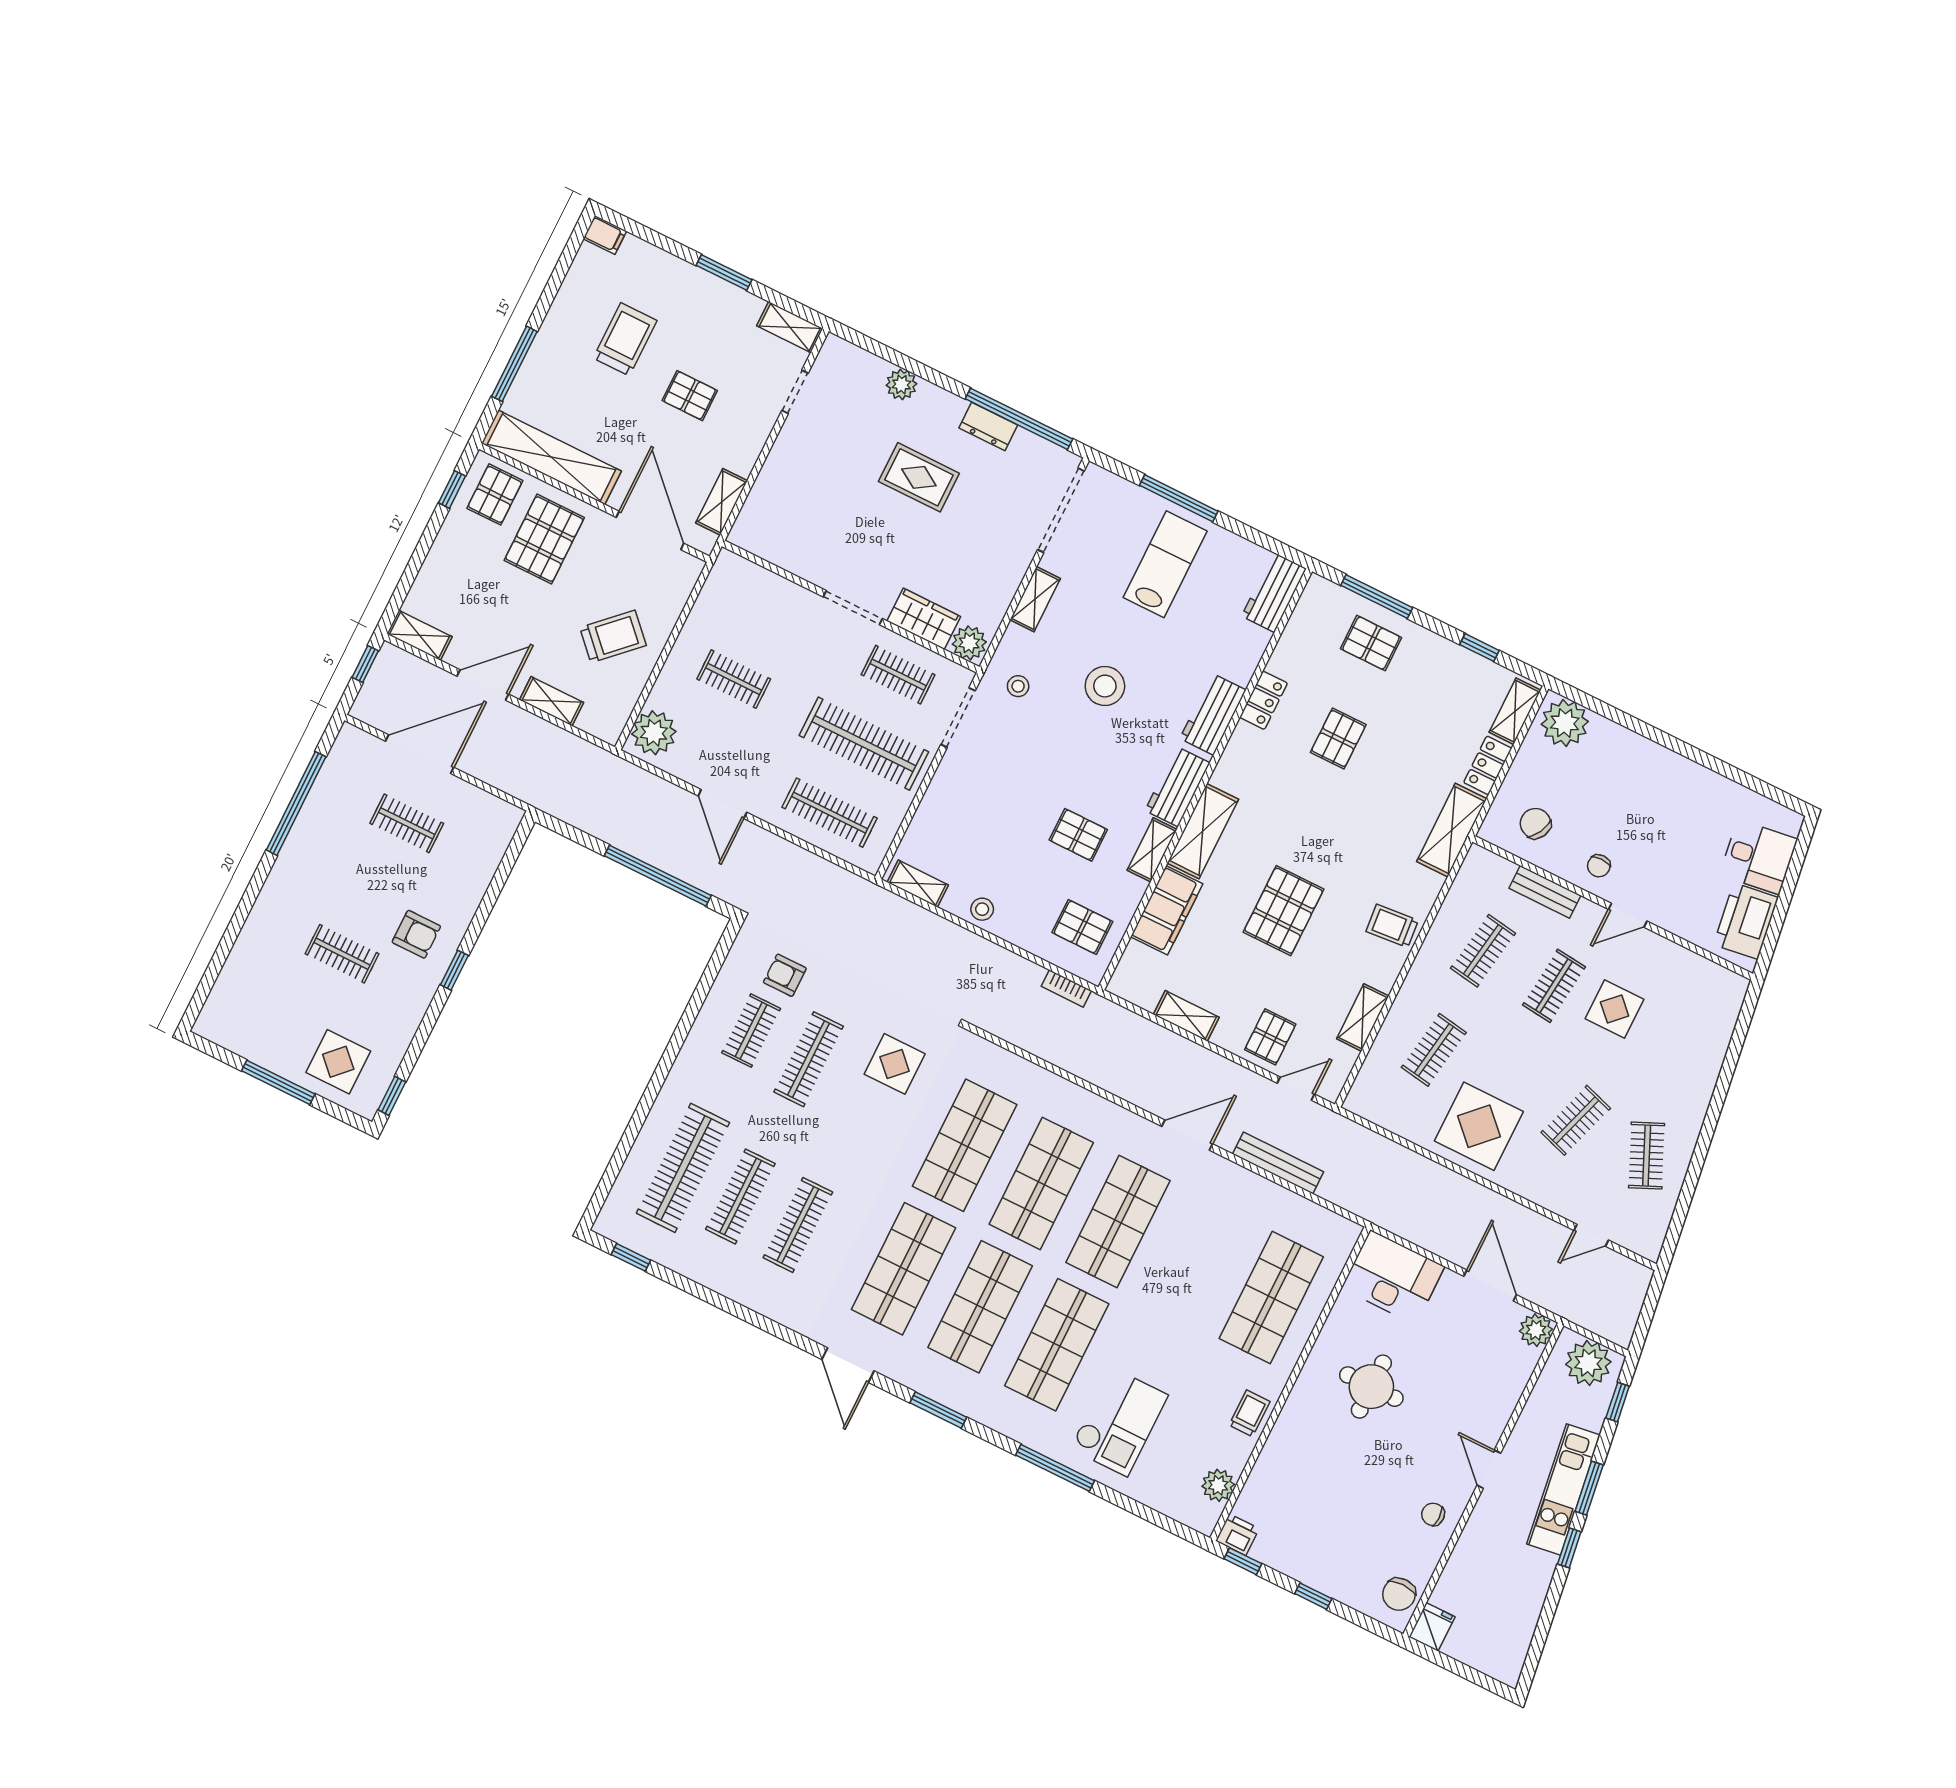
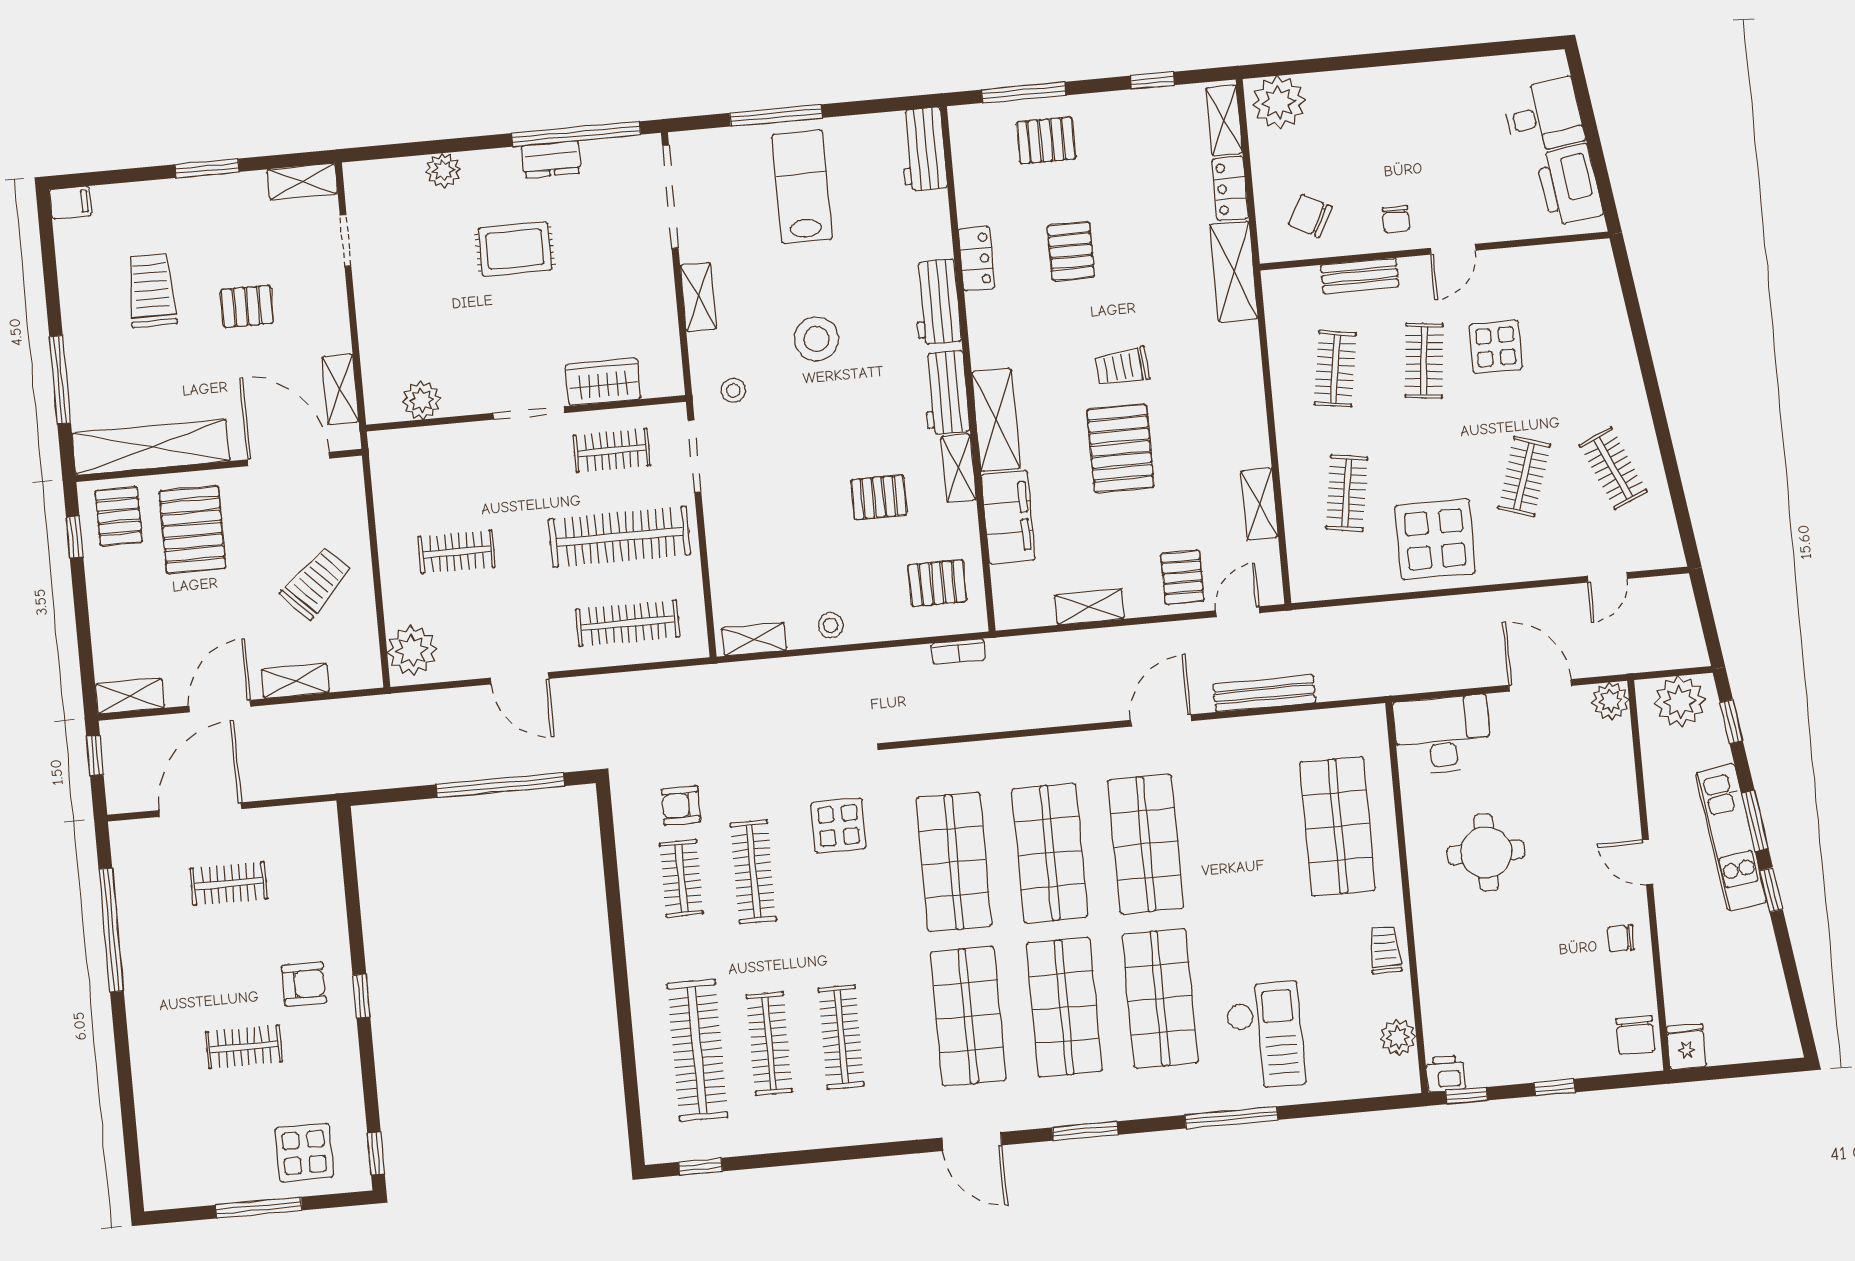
plant: (969, 643) -> (422, 400), moved
trolley: (1392, 926) -> (1122, 367), moved

